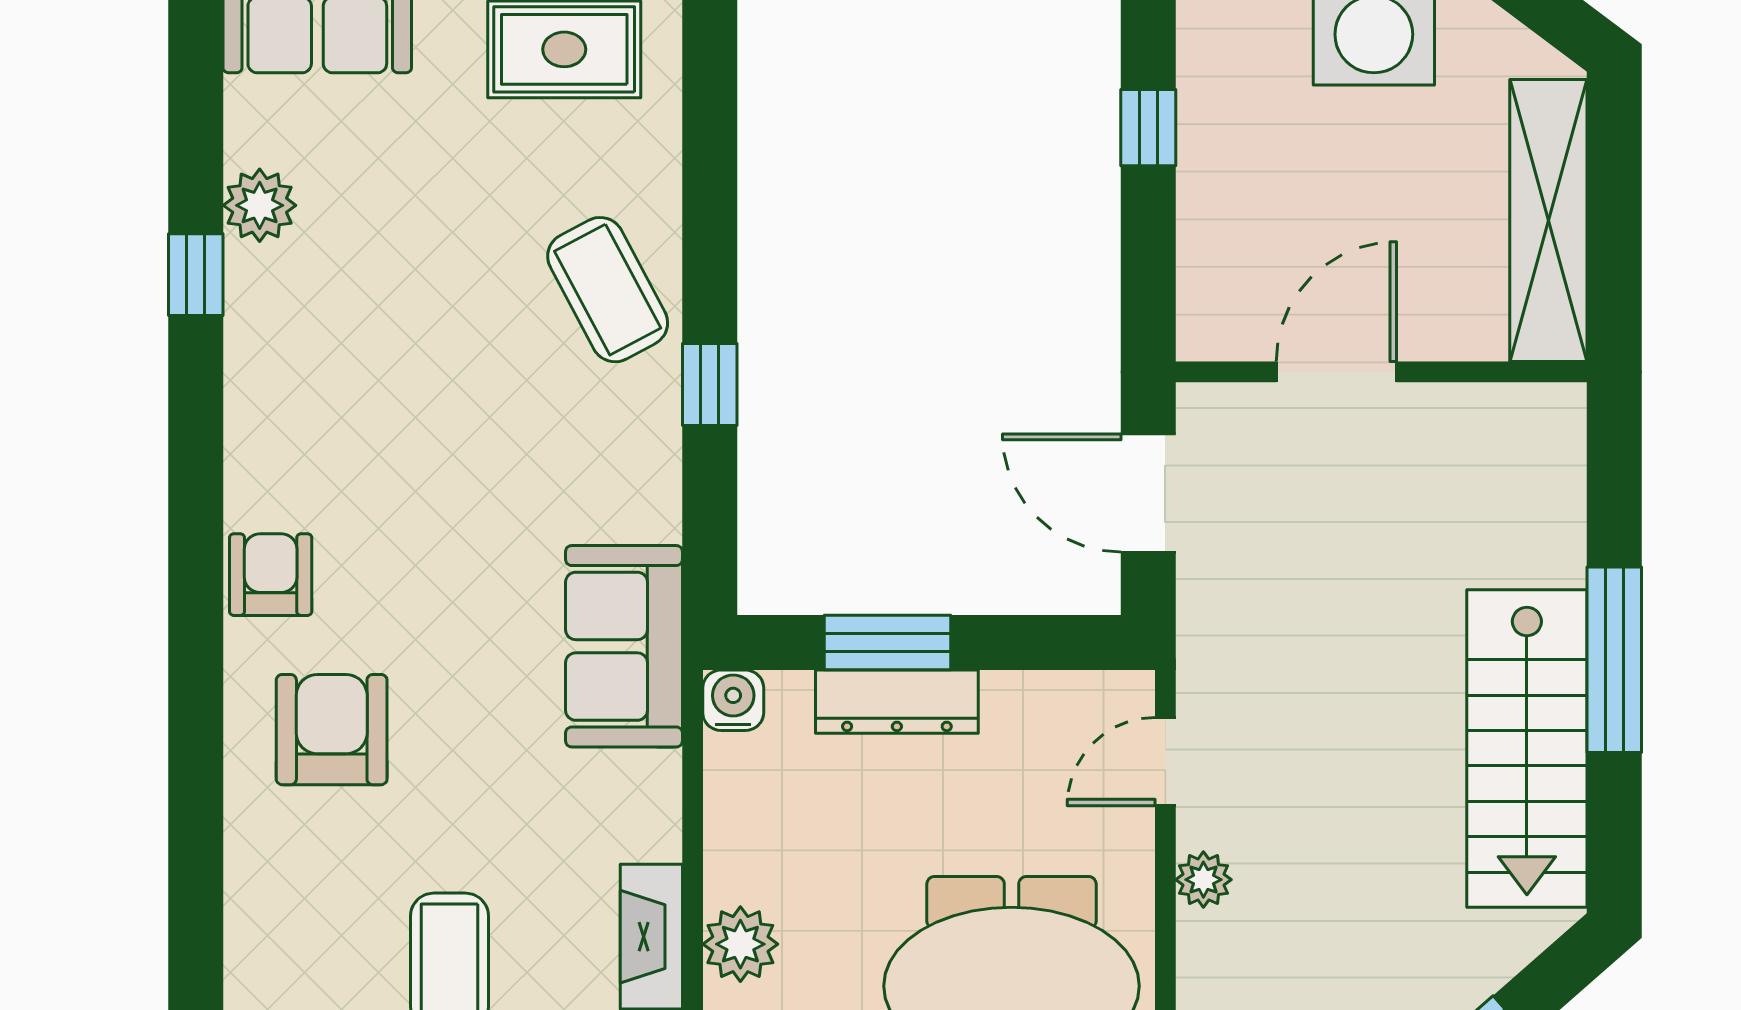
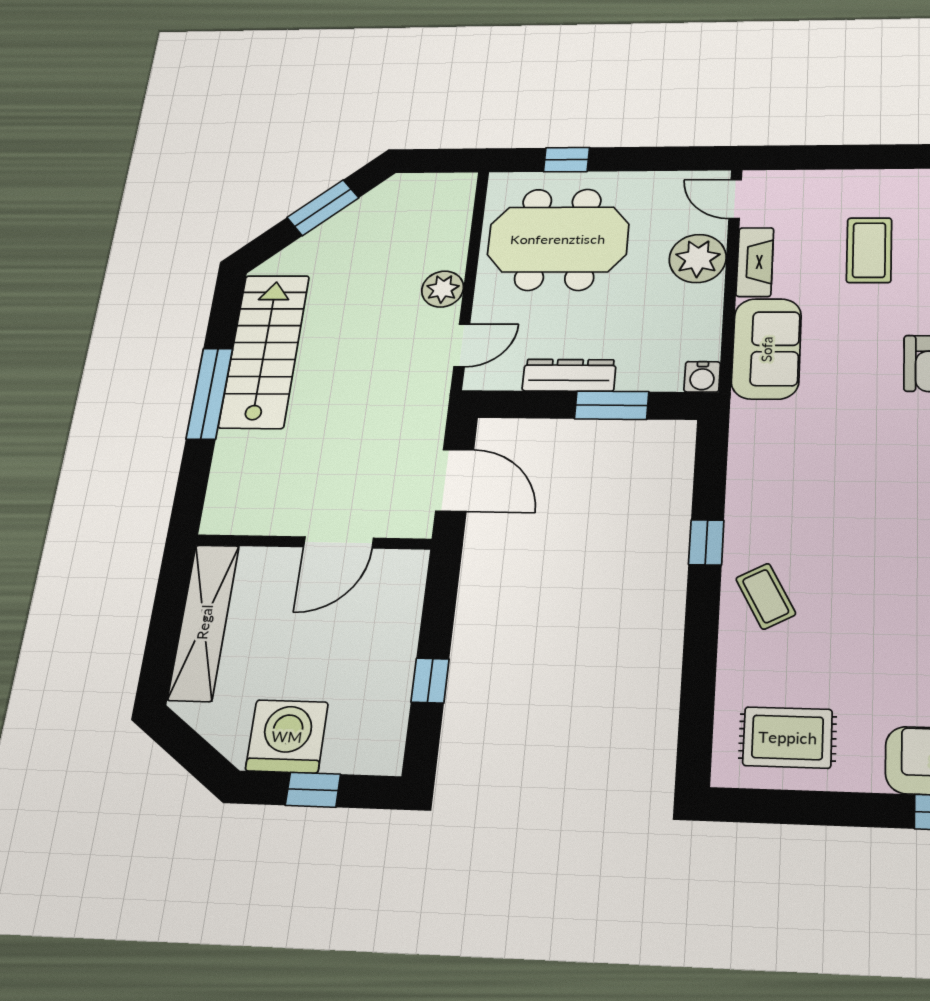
coffee table: (608, 290) -> (766, 596), width x0.73, depth x0.77
sofa: (624, 646) -> (766, 349), moved
dresser: (897, 702) -> (569, 375), moved
plant: (1203, 880) -> (443, 289), width x1.38, depth x1.38
plant: (740, 944) -> (698, 258), width x1.36, depth x1.36

